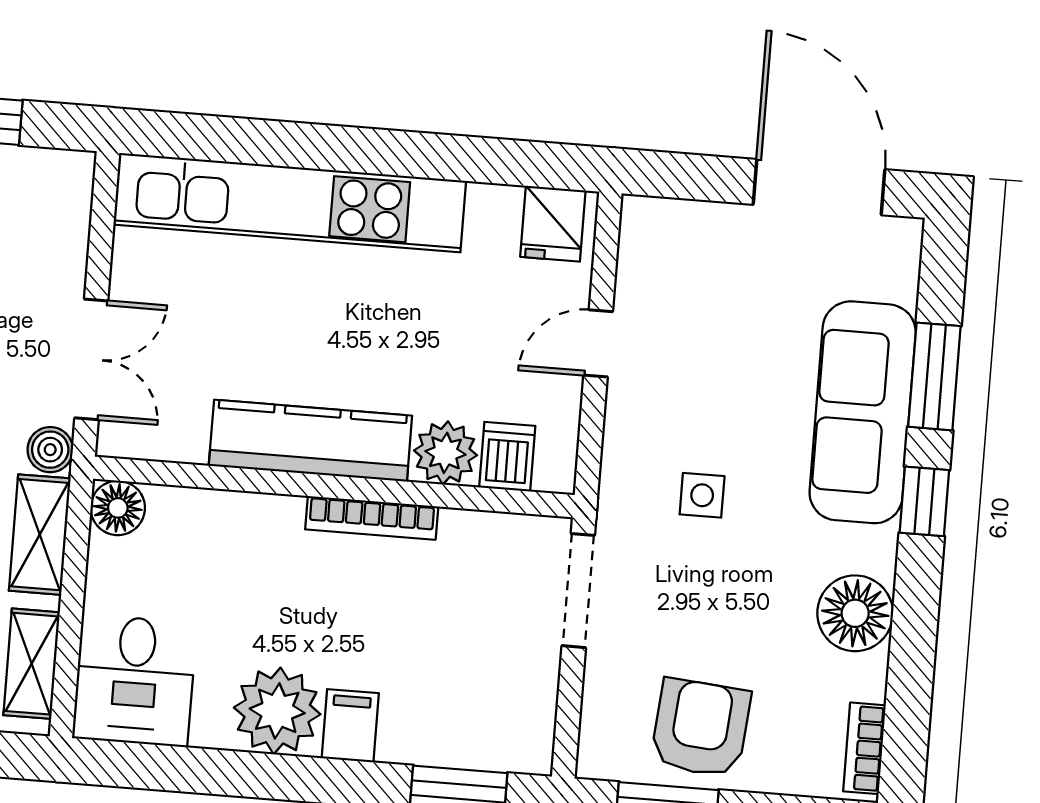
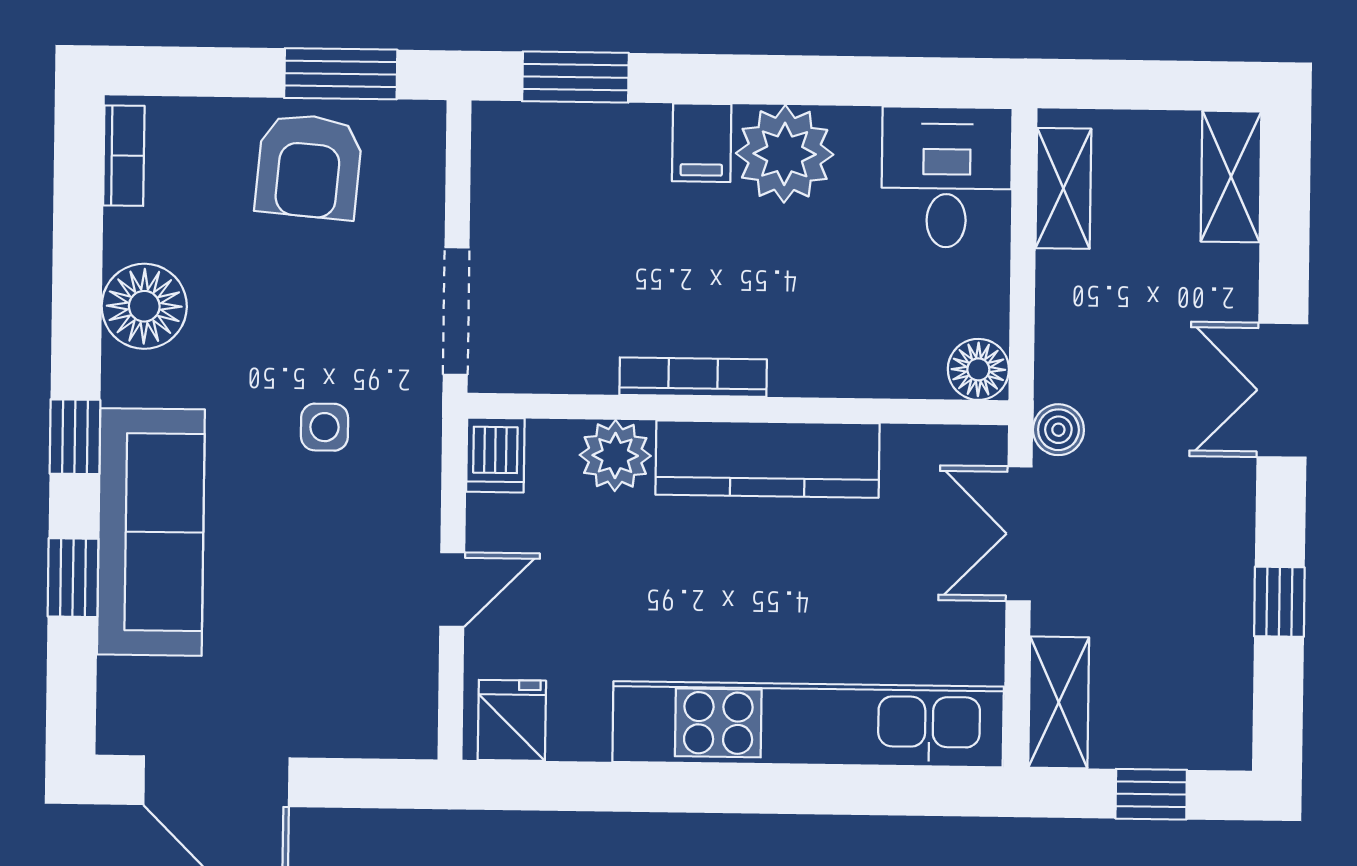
window: (934, 376) -> (73, 578), width x0.67
dishwasher: (507, 457) -> (495, 455), moved
shelving: (40, 535) -> (1059, 702), moved

